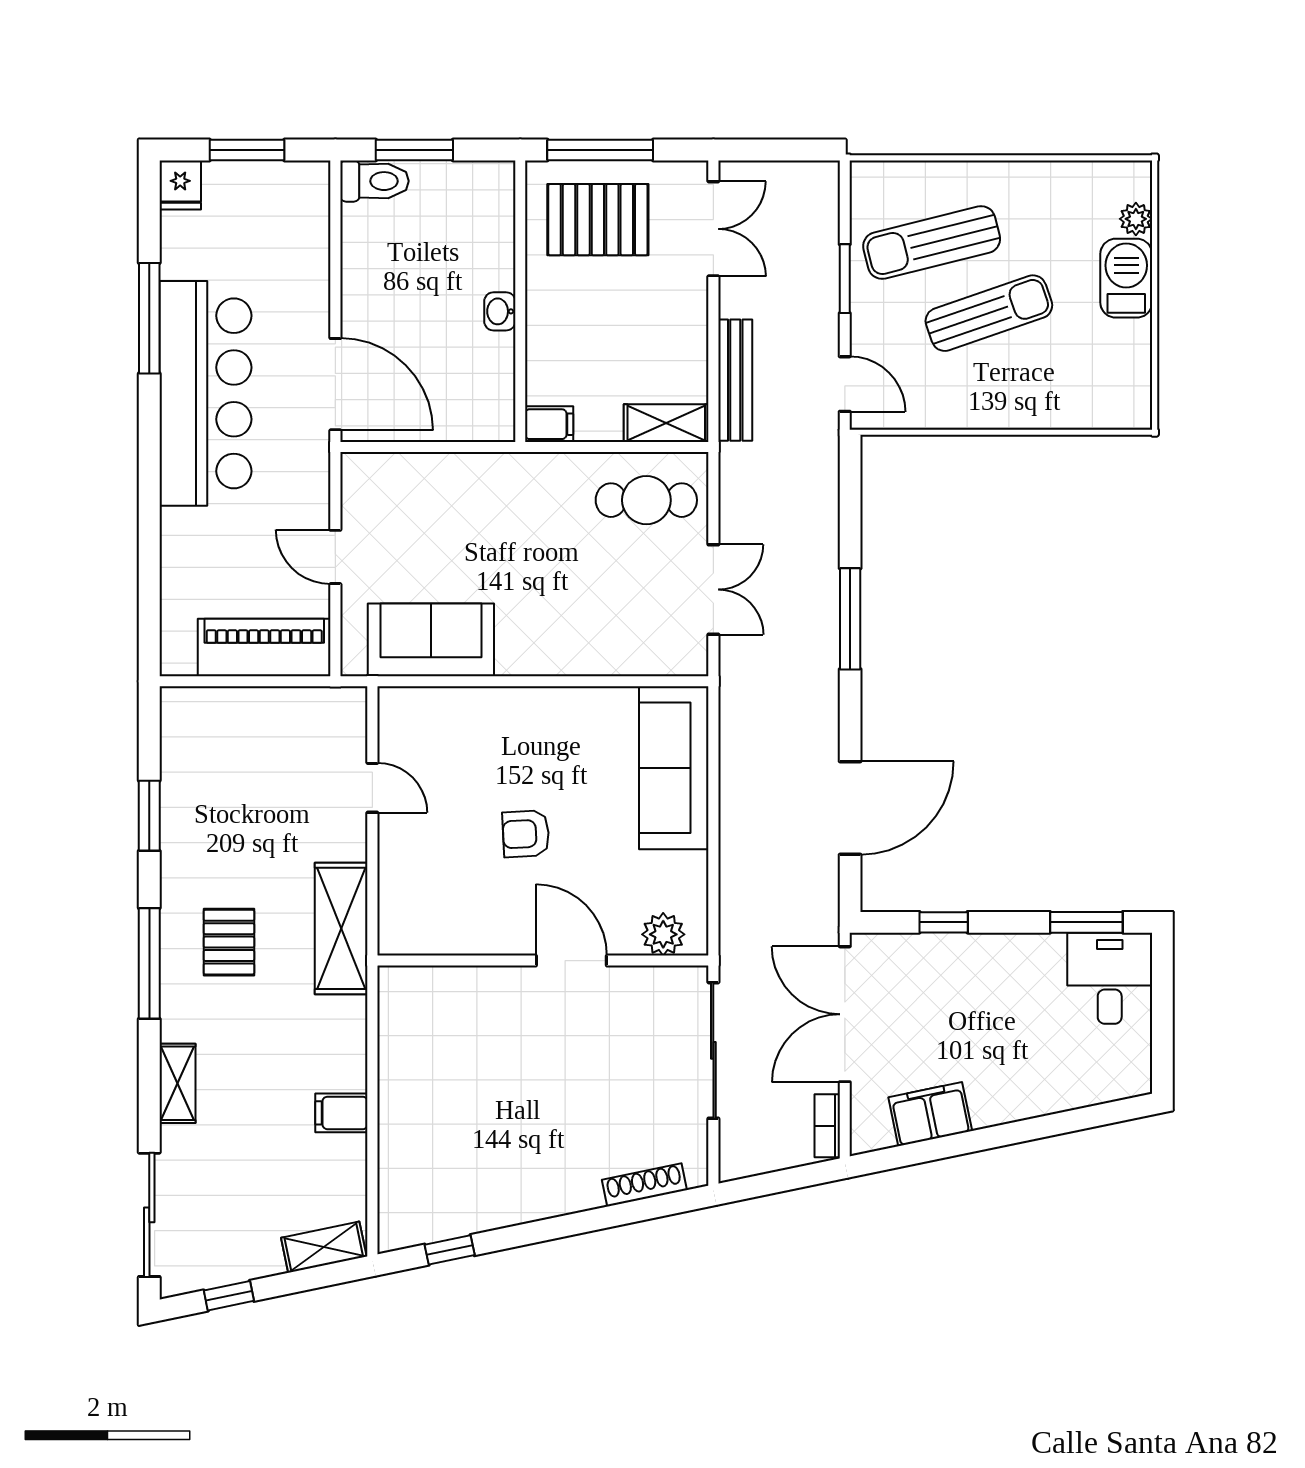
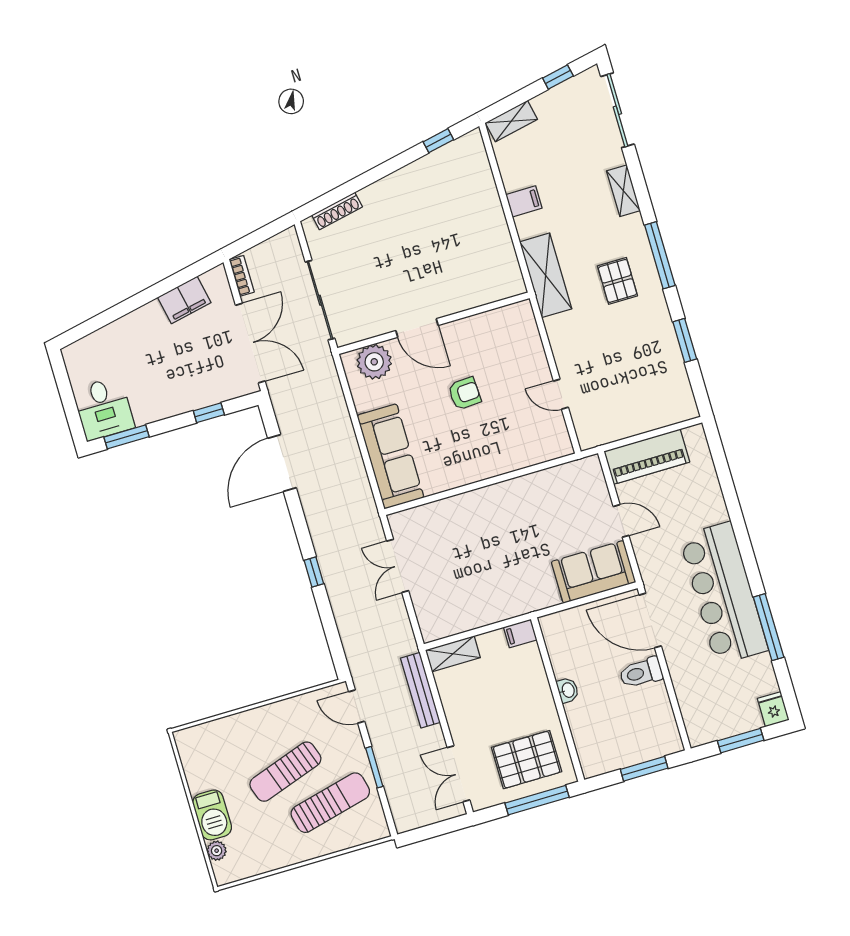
toilet: (374, 181) -> (641, 673), moved
cafe table: (646, 500) -> (451, 606), removed
window: (850, 619) -> (314, 572), width x0.46
sofa: (431, 640) -> (593, 572), moved, turned 180
shelving: (341, 928) -> (546, 275), moved
plant: (663, 934) -> (374, 362), width x1.36, depth x1.36

